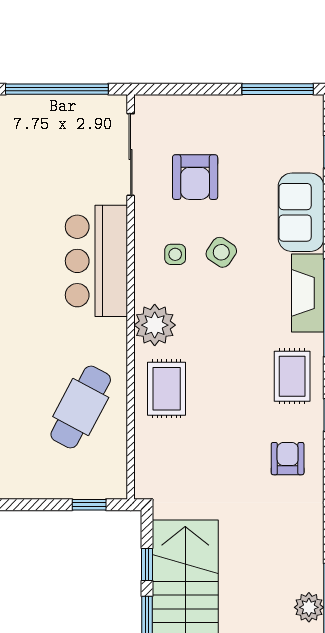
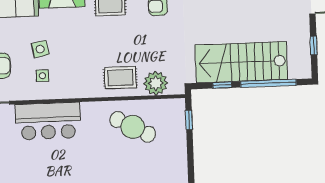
side table: (221, 252) -> (40, 49), turned 45
plant: (155, 325) -> (156, 83), moved

